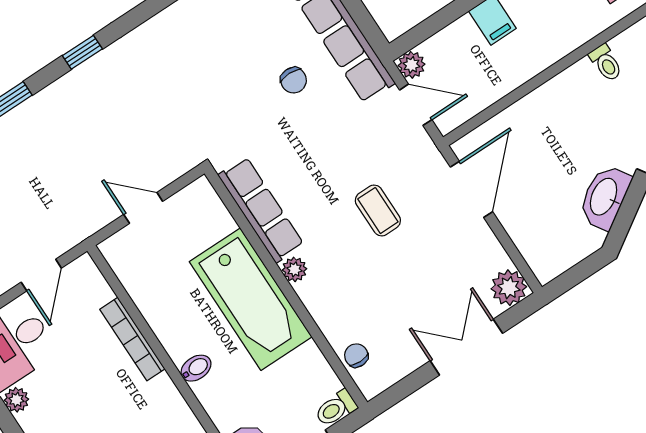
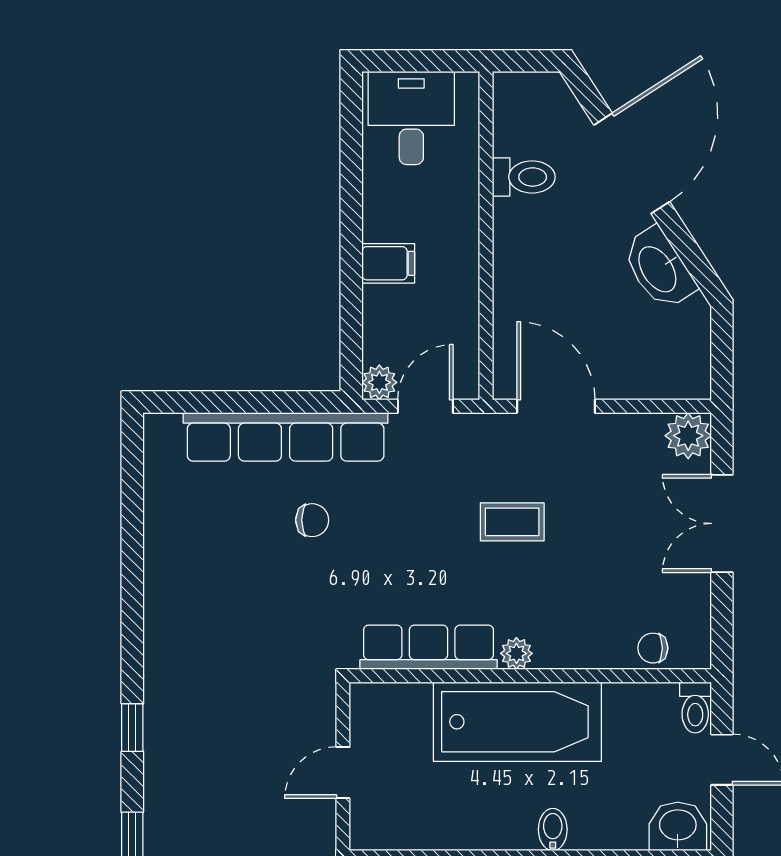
toilet: (606, 63) -> (524, 177), width x1.37, depth x1.39

